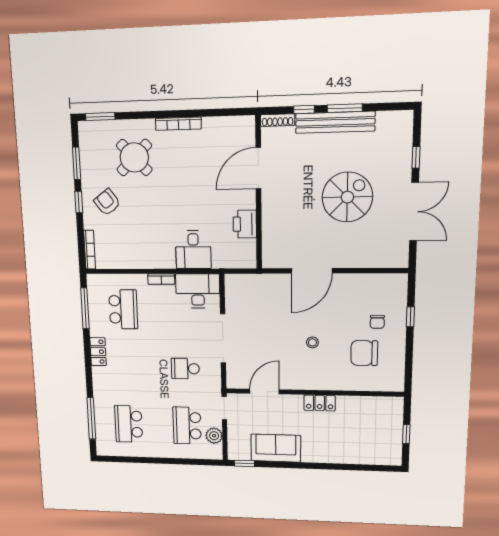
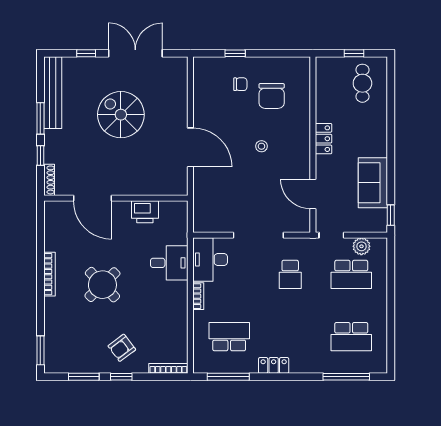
bench: (335, 122) -> (53, 93), moved
round table: (134, 157) -> (102, 285), moved
cafe table: (375, 441) -> (362, 83), added

